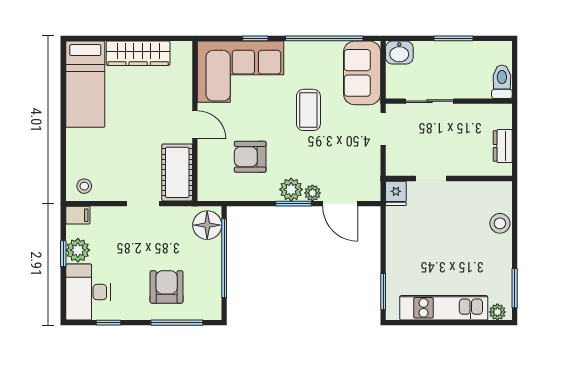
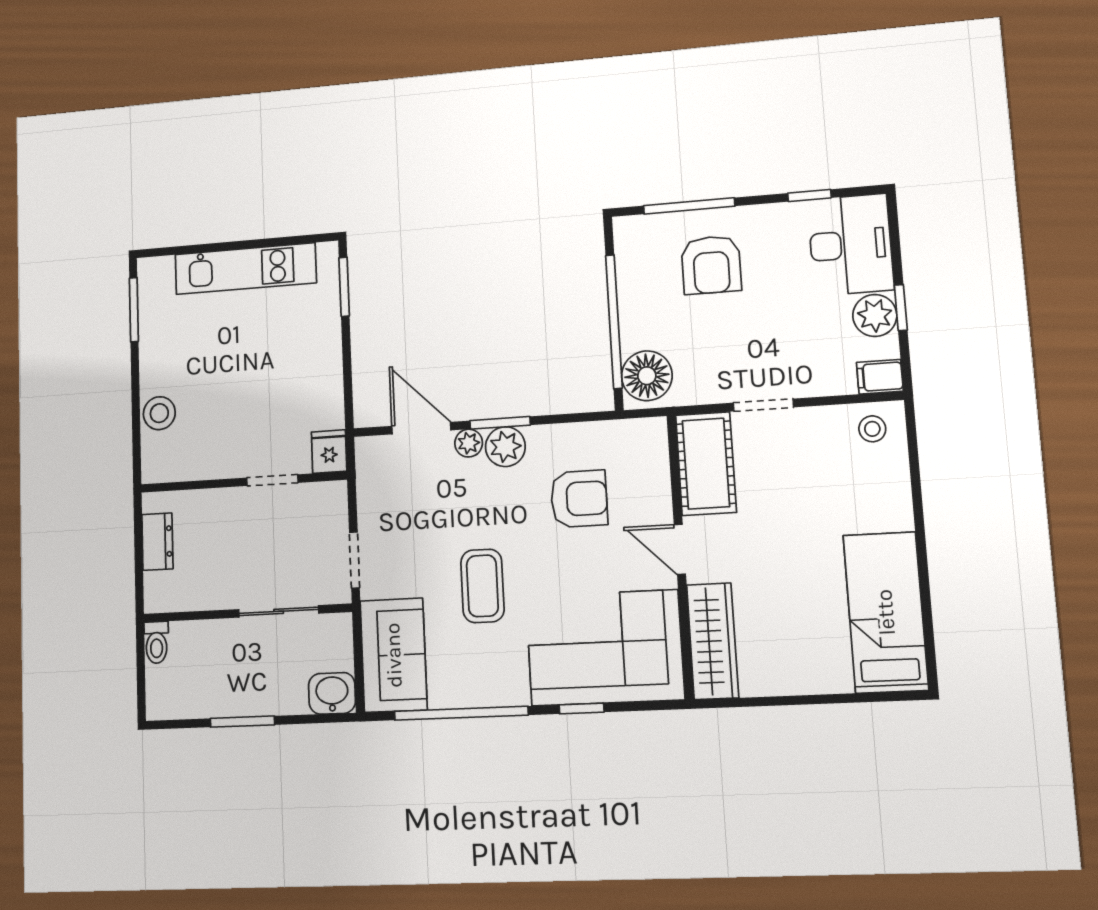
wardrobe: (138, 53) -> (713, 641), moved, turned 90
toilet: (502, 82) -> (156, 642), width x0.73, depth x0.72
plant: (497, 312) -> (160, 269), removed

